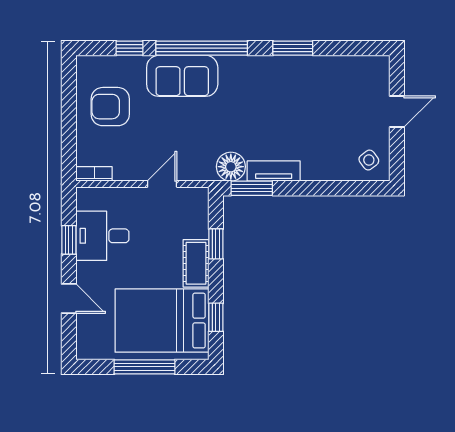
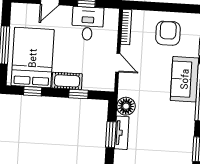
bookcase: (94, 174) -> (126, 27), width x1.56
window: (252, 188) -> (111, 134), moved

